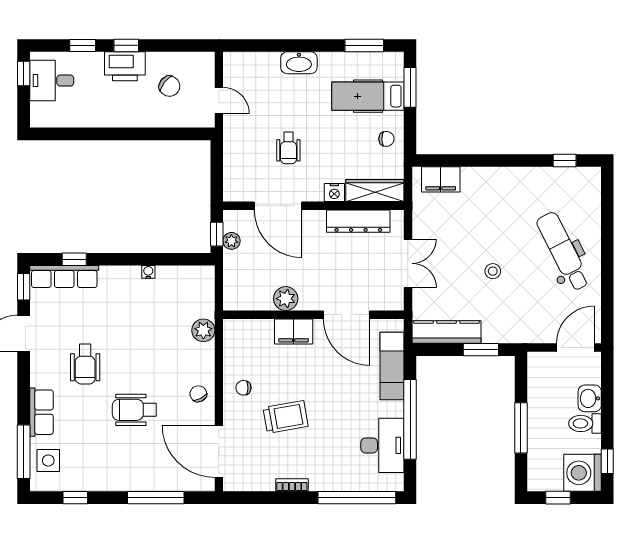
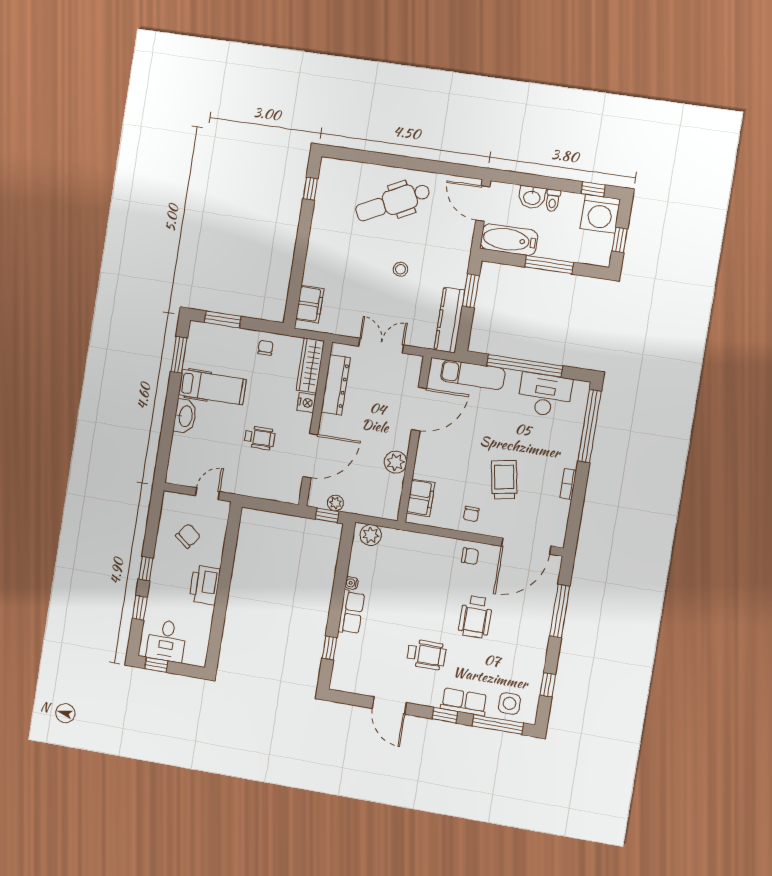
printer: (125, 66) -> (205, 585), moved, turned 180
hospital bed: (368, 96) -> (212, 387), moved, turned -90
row of seats: (64, 277) -> (351, 612), moved, width x0.68
window: (24, 287) -> (445, 715), moved
plant: (203, 330) -> (371, 535), moved
filing cabinet: (294, 331) -> (421, 498), moved
bathtub: (541, 381) -> (509, 240), added
chair: (198, 394) -> (470, 556), turned -153
toilet: (585, 423) -> (553, 200), width x0.73, depth x0.72

